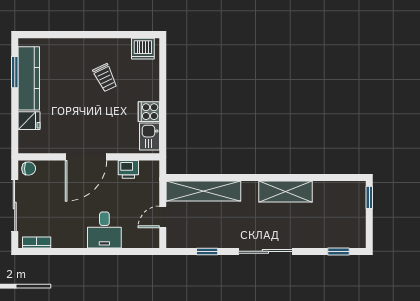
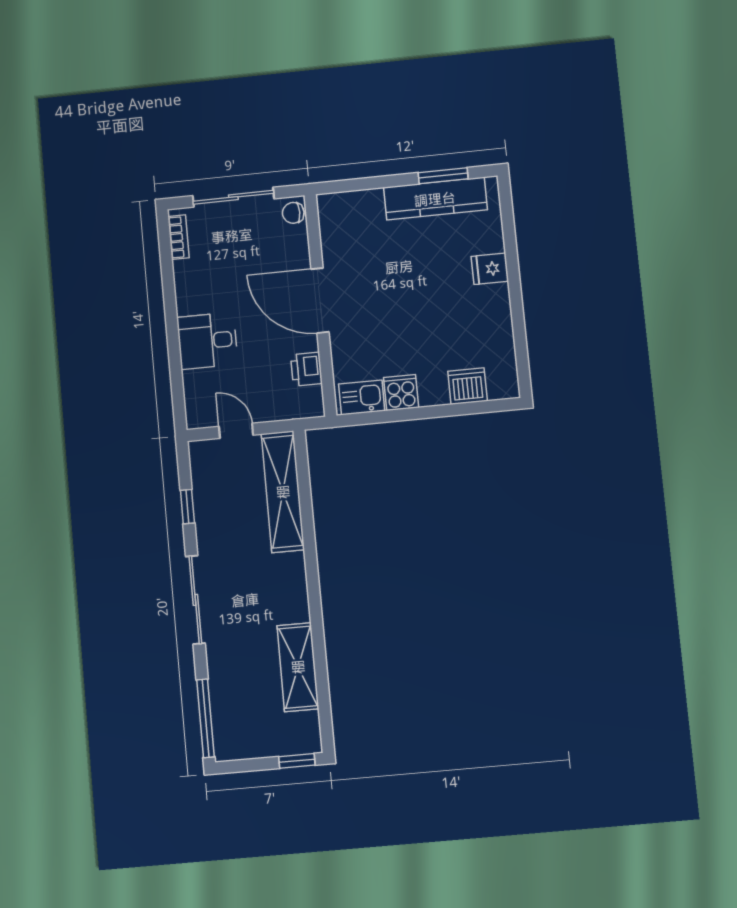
dishwasher: (143, 49) -> (468, 386), moved, turned 90
trolley: (105, 78) -> (448, 318), removed
fridge: (29, 121) -> (490, 269), moved, turned 90
chair: (29, 169) -> (293, 213), turned 90
shelving: (285, 192) -> (298, 667), moved
window: (339, 251) -> (206, 718), width x2.17

